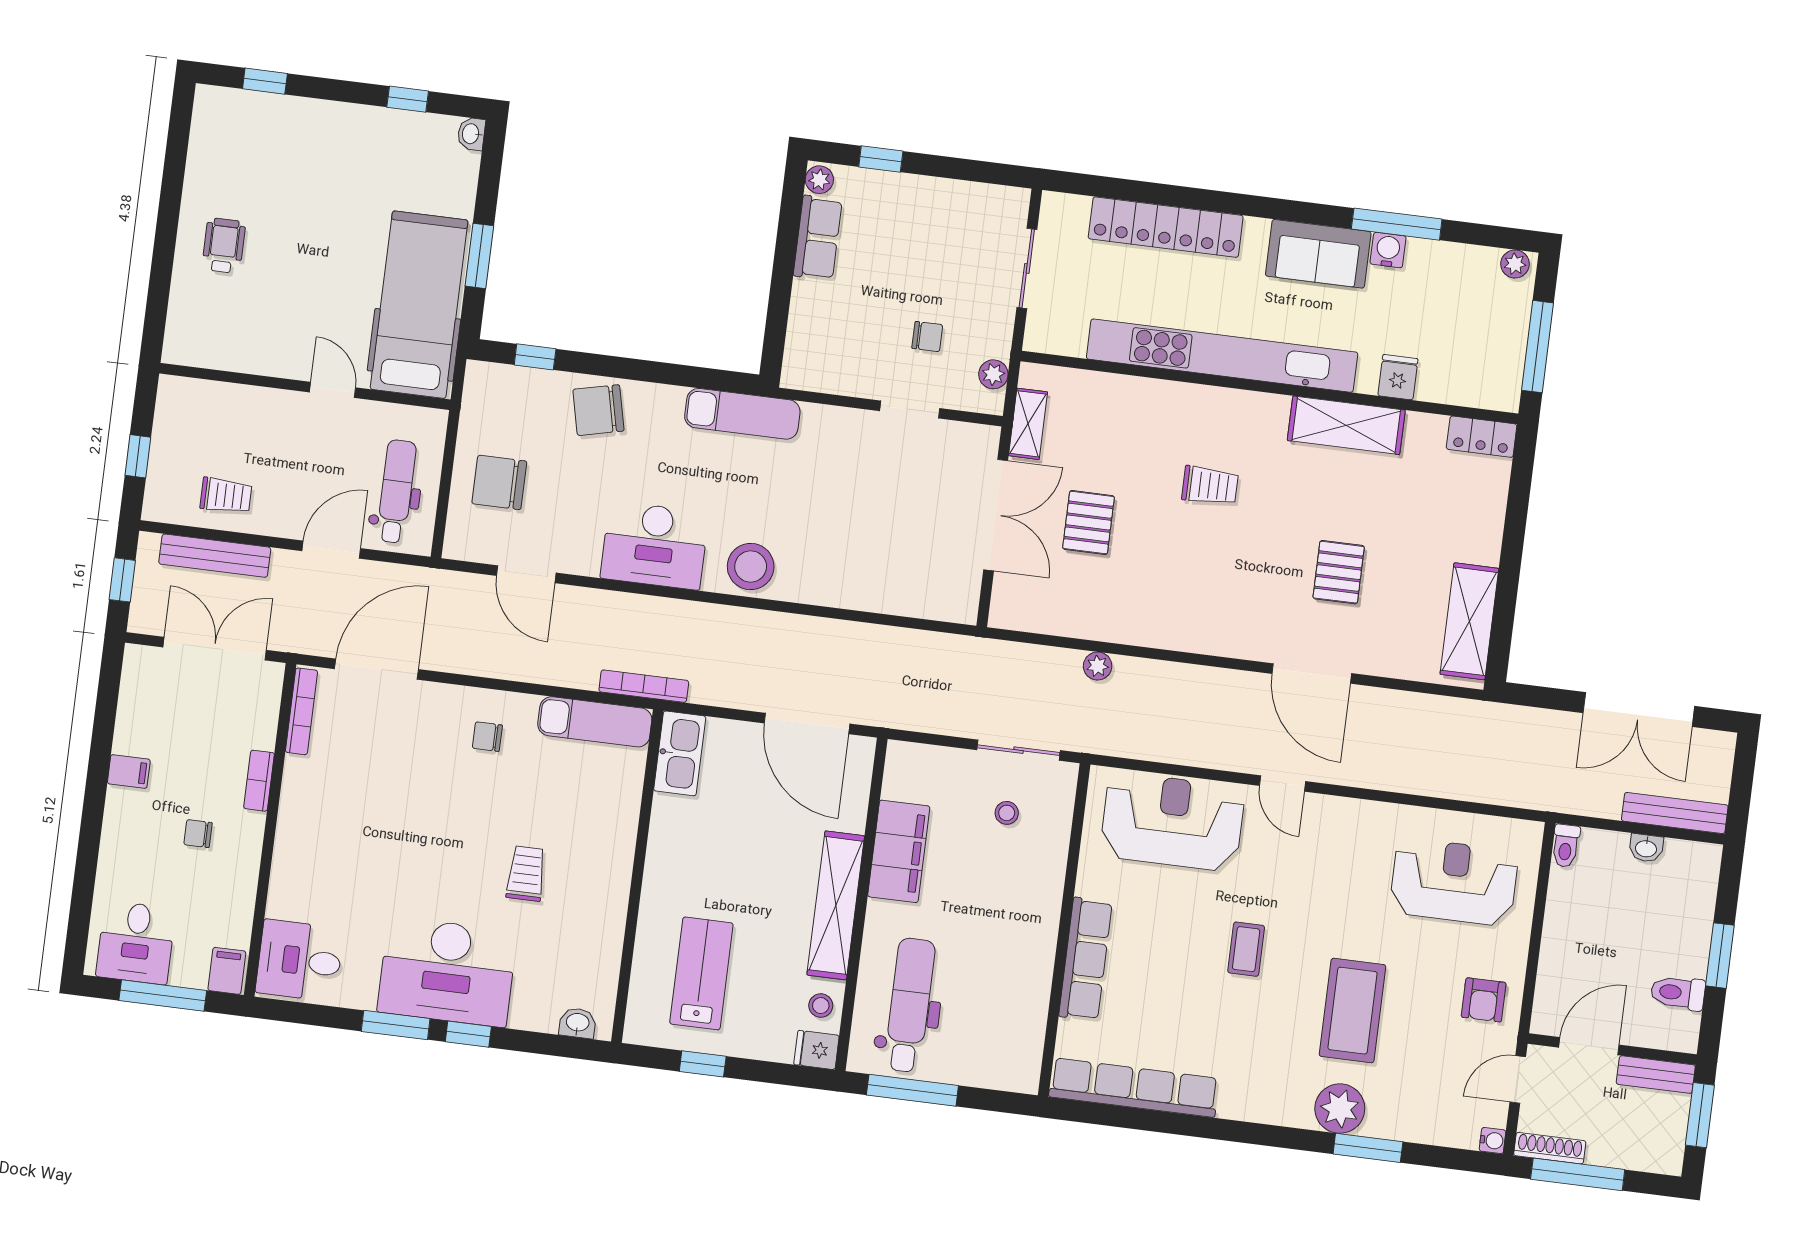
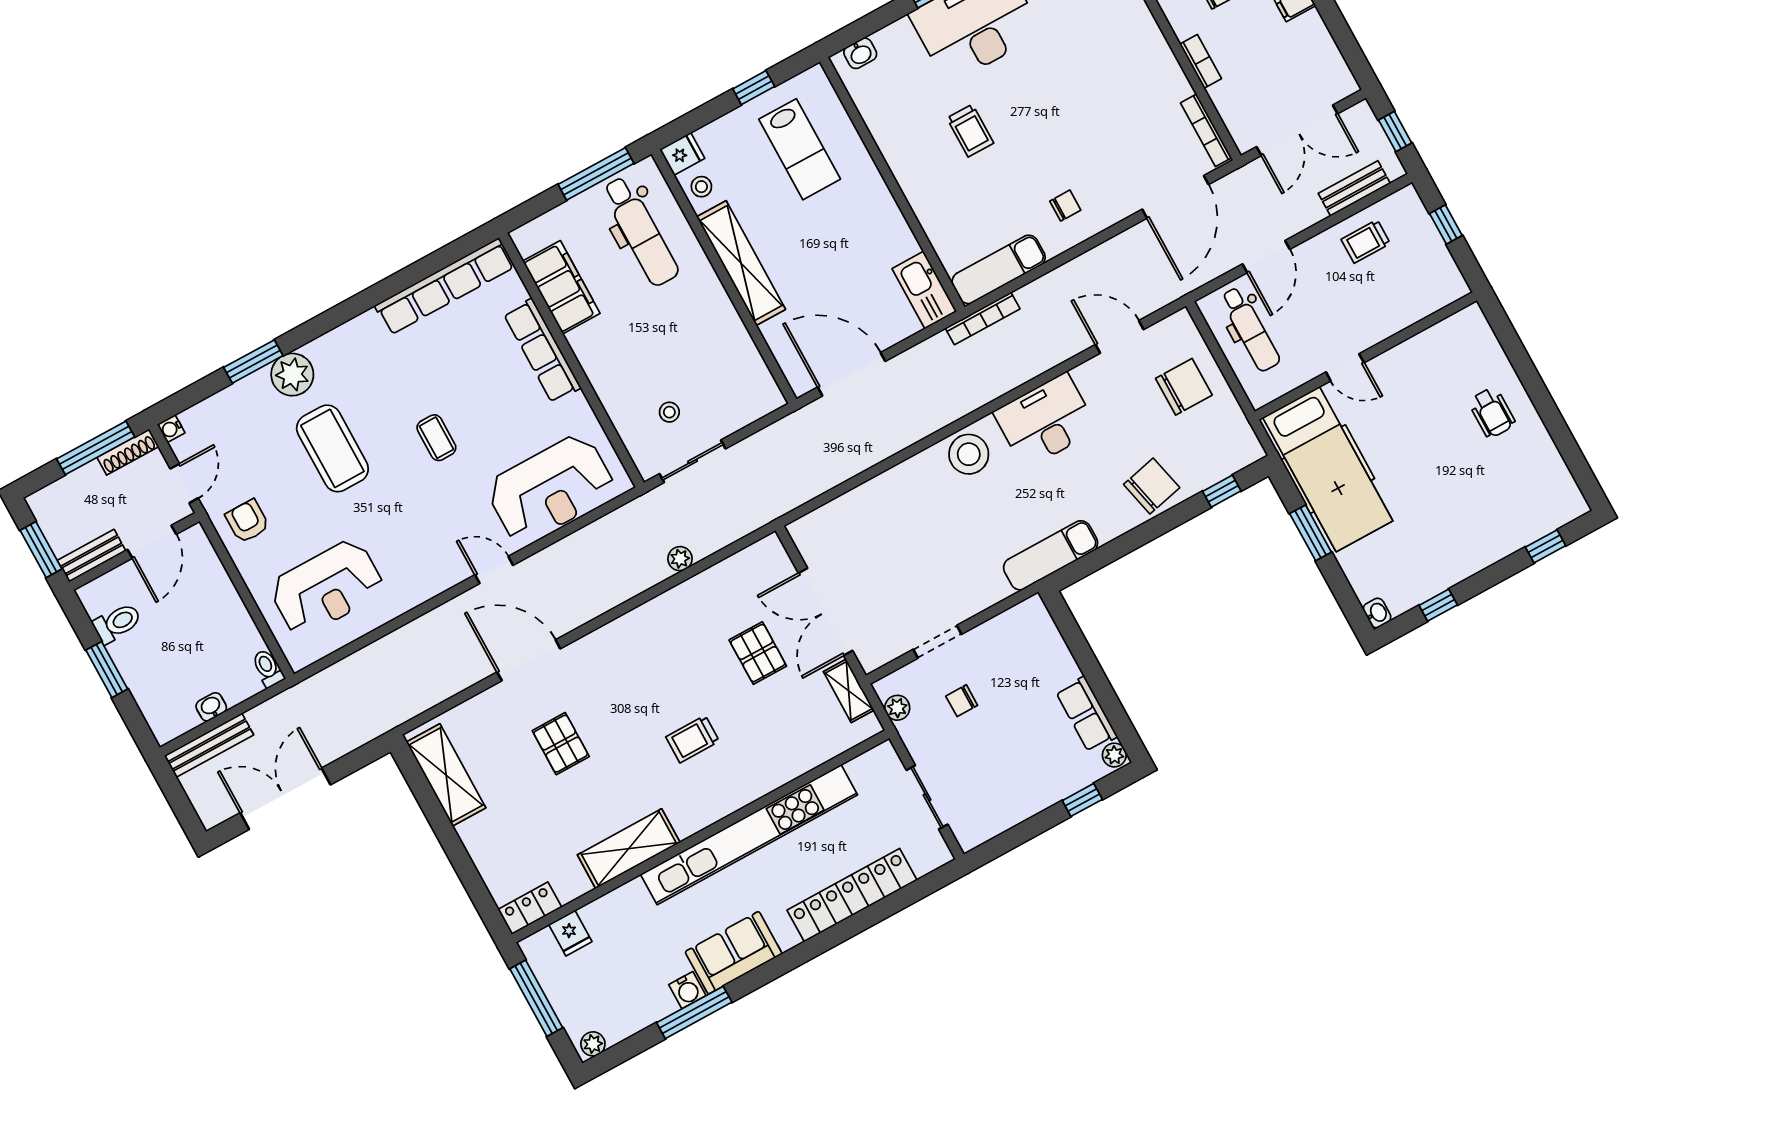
fridge: (1398, 377) -> (570, 933), moved
bench: (215, 556) -> (1354, 188), width x0.73
filing cabinet: (899, 851) -> (561, 287), moved, turned 180

